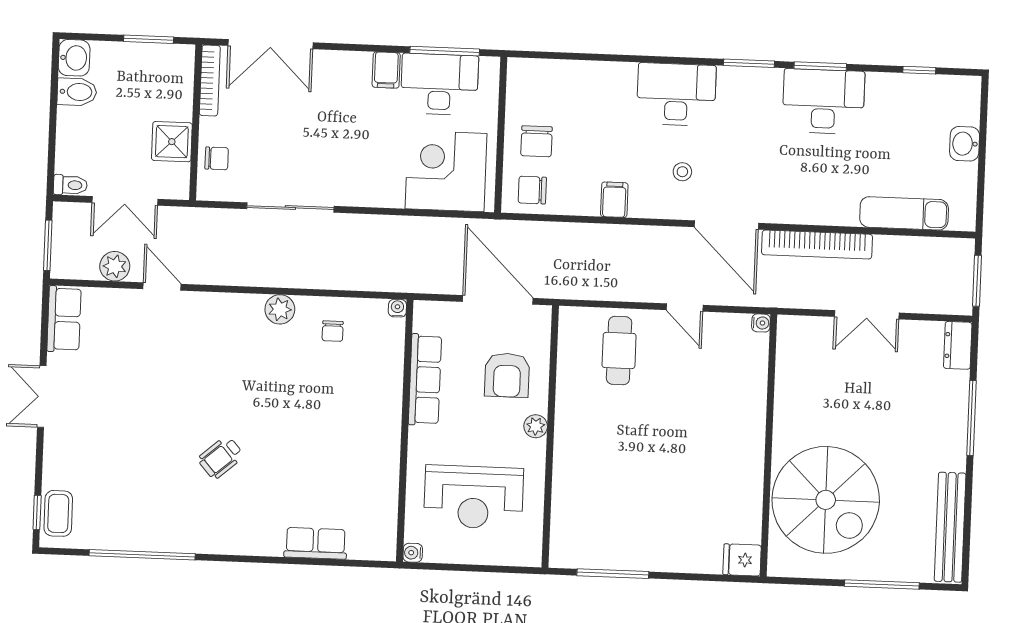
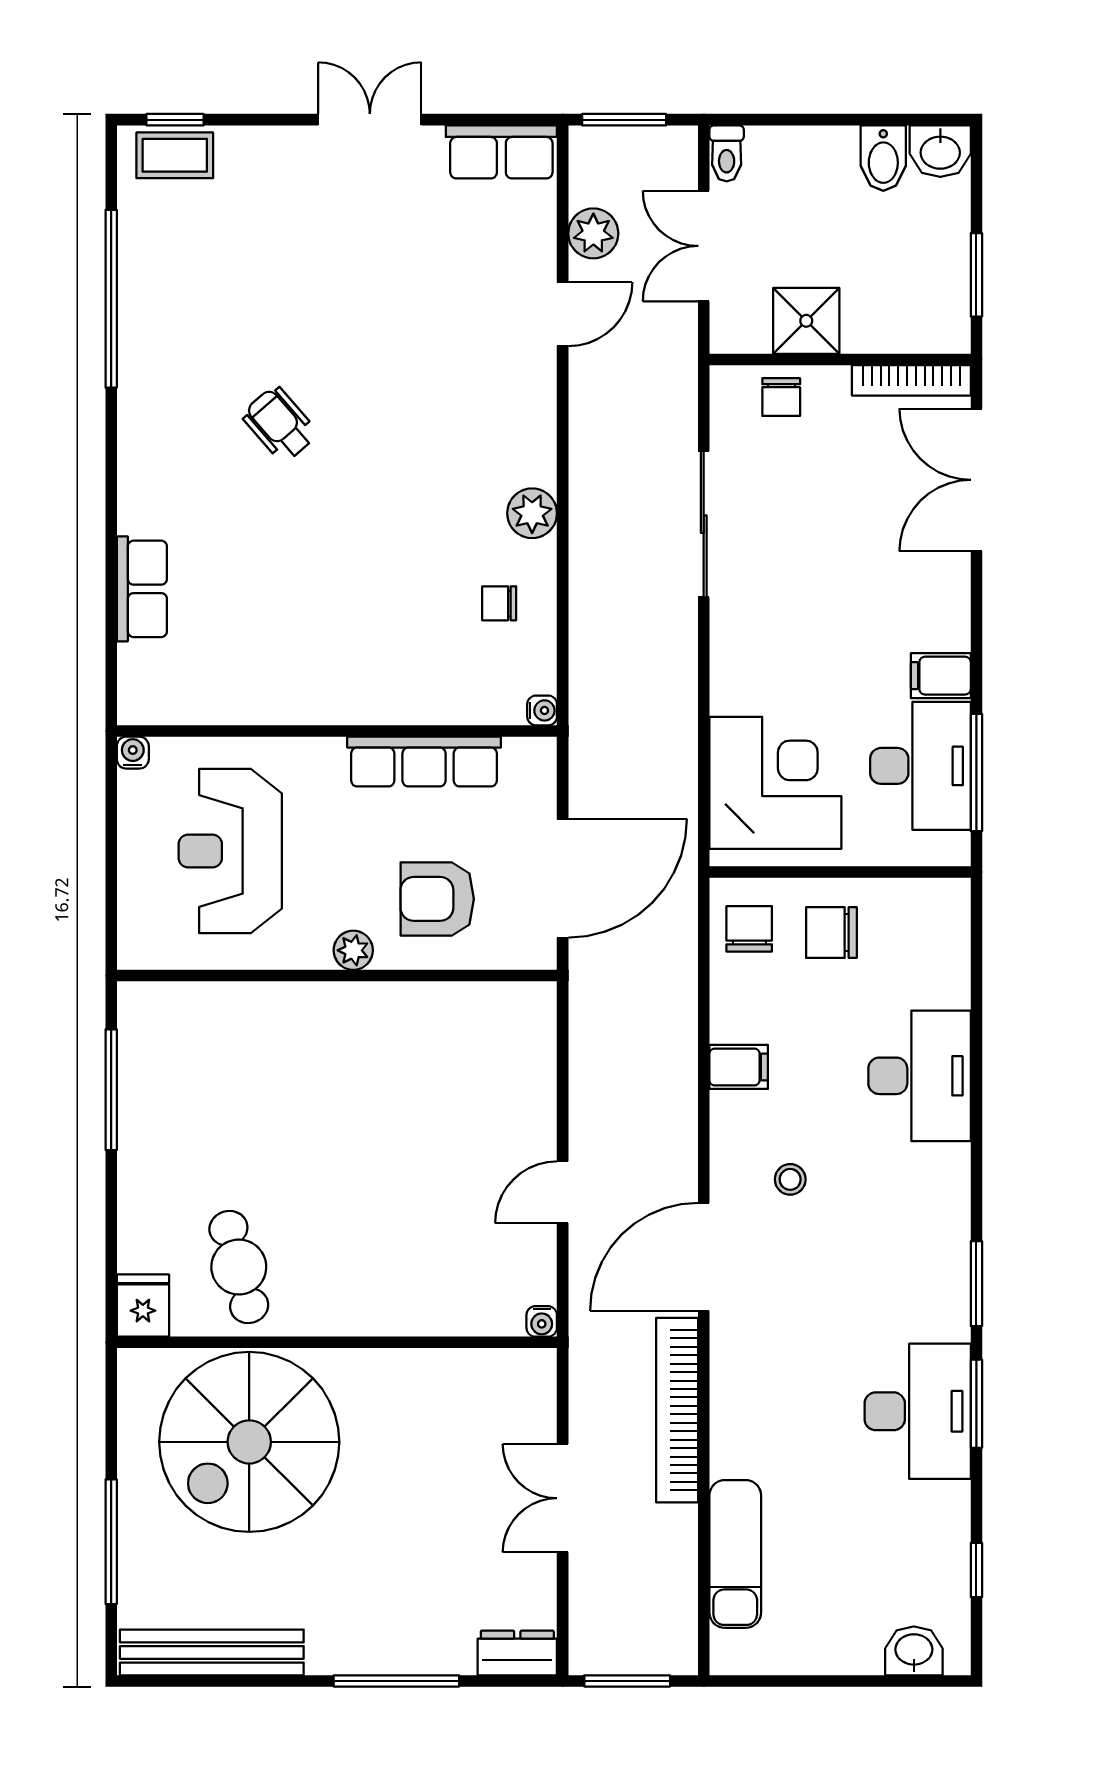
desk: (676, 94) -> (920, 1076), moved
washbasin: (965, 144) -> (914, 1651), moved
cafe table: (619, 350) -> (239, 1267), moved, turned 75

